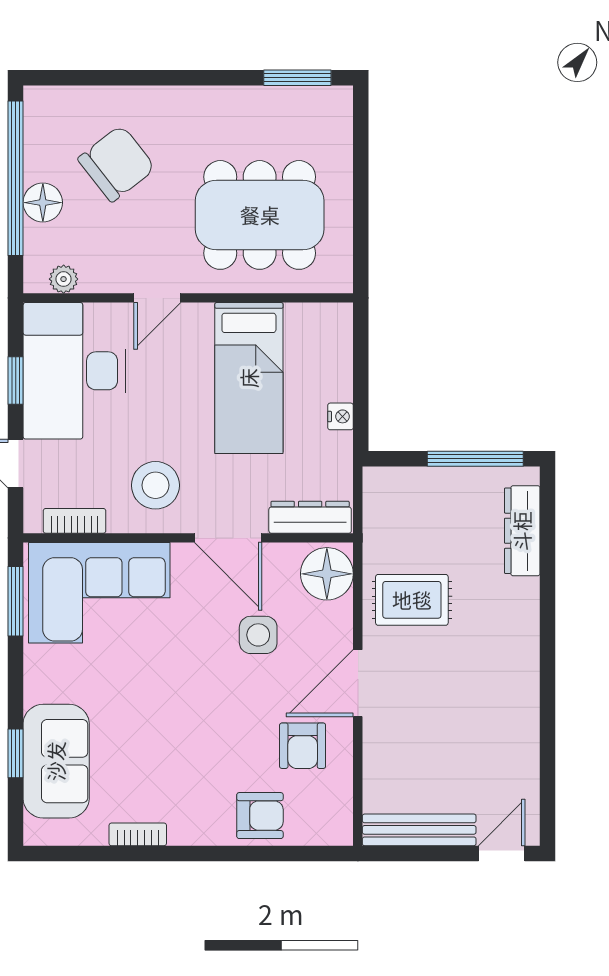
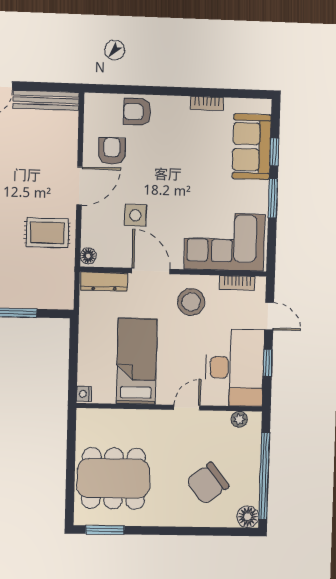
floor lamp: (43, 203) -> (248, 517), moved
dining table: (260, 215) -> (113, 478), moved
nightstand: (340, 416) -> (84, 394), moved
floor lamp: (327, 574) -> (88, 256), width x0.53, depth x0.53
window: (16, 601) -> (273, 198), moved

